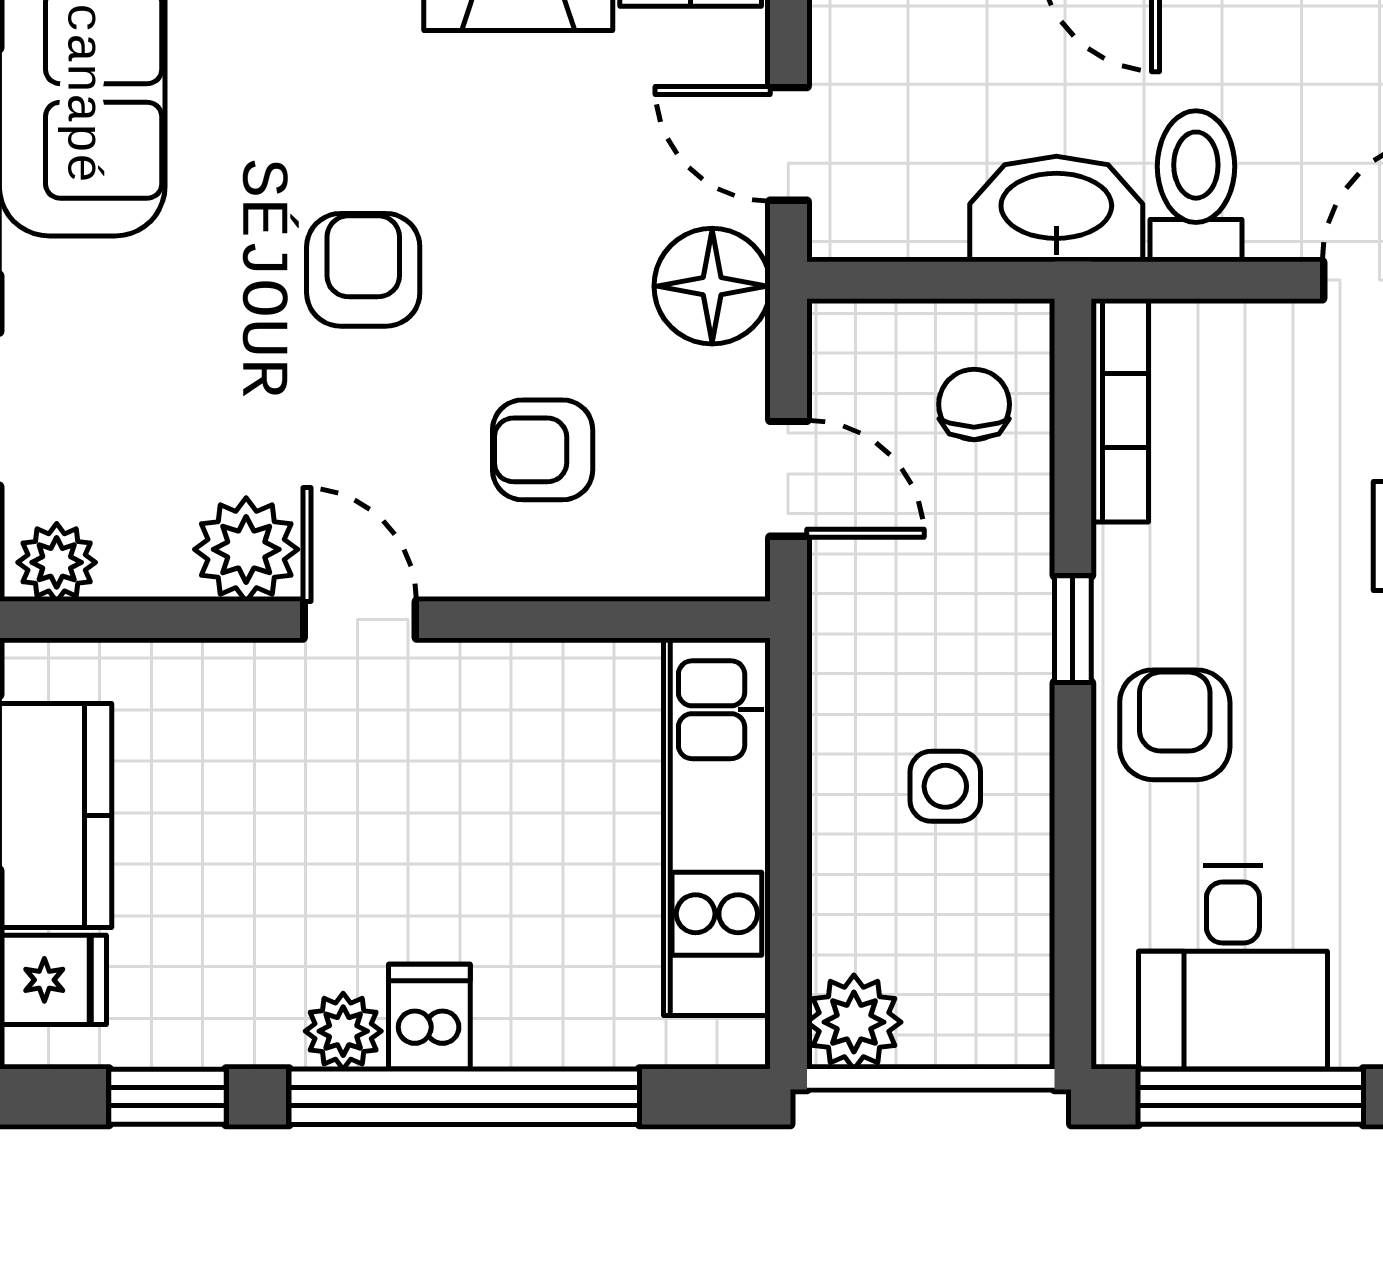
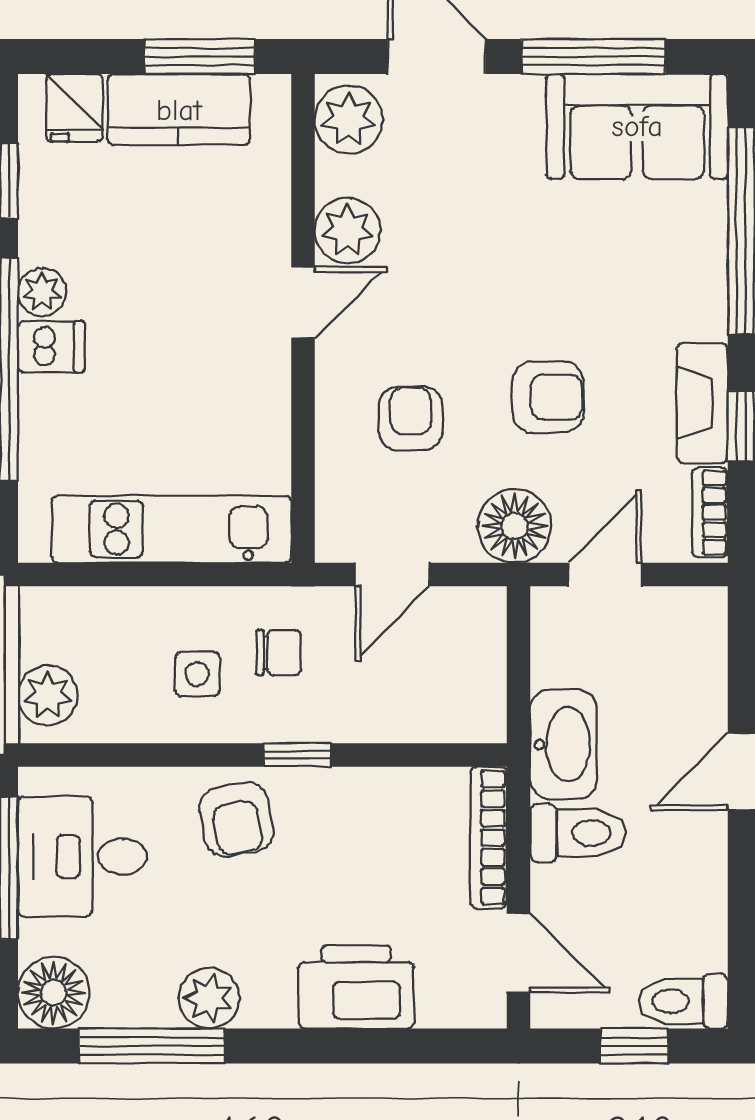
armchair: (363, 270) -> (548, 397), moved
chair: (974, 404) -> (279, 653), moved
bookcase: (1120, 410) -> (489, 838), moved, turned 90
plant: (57, 562) -> (349, 120), width x1.38, depth x1.38
armchair: (1175, 725) -> (236, 820), turned 79
plant: (854, 1022) -> (48, 695), moved

